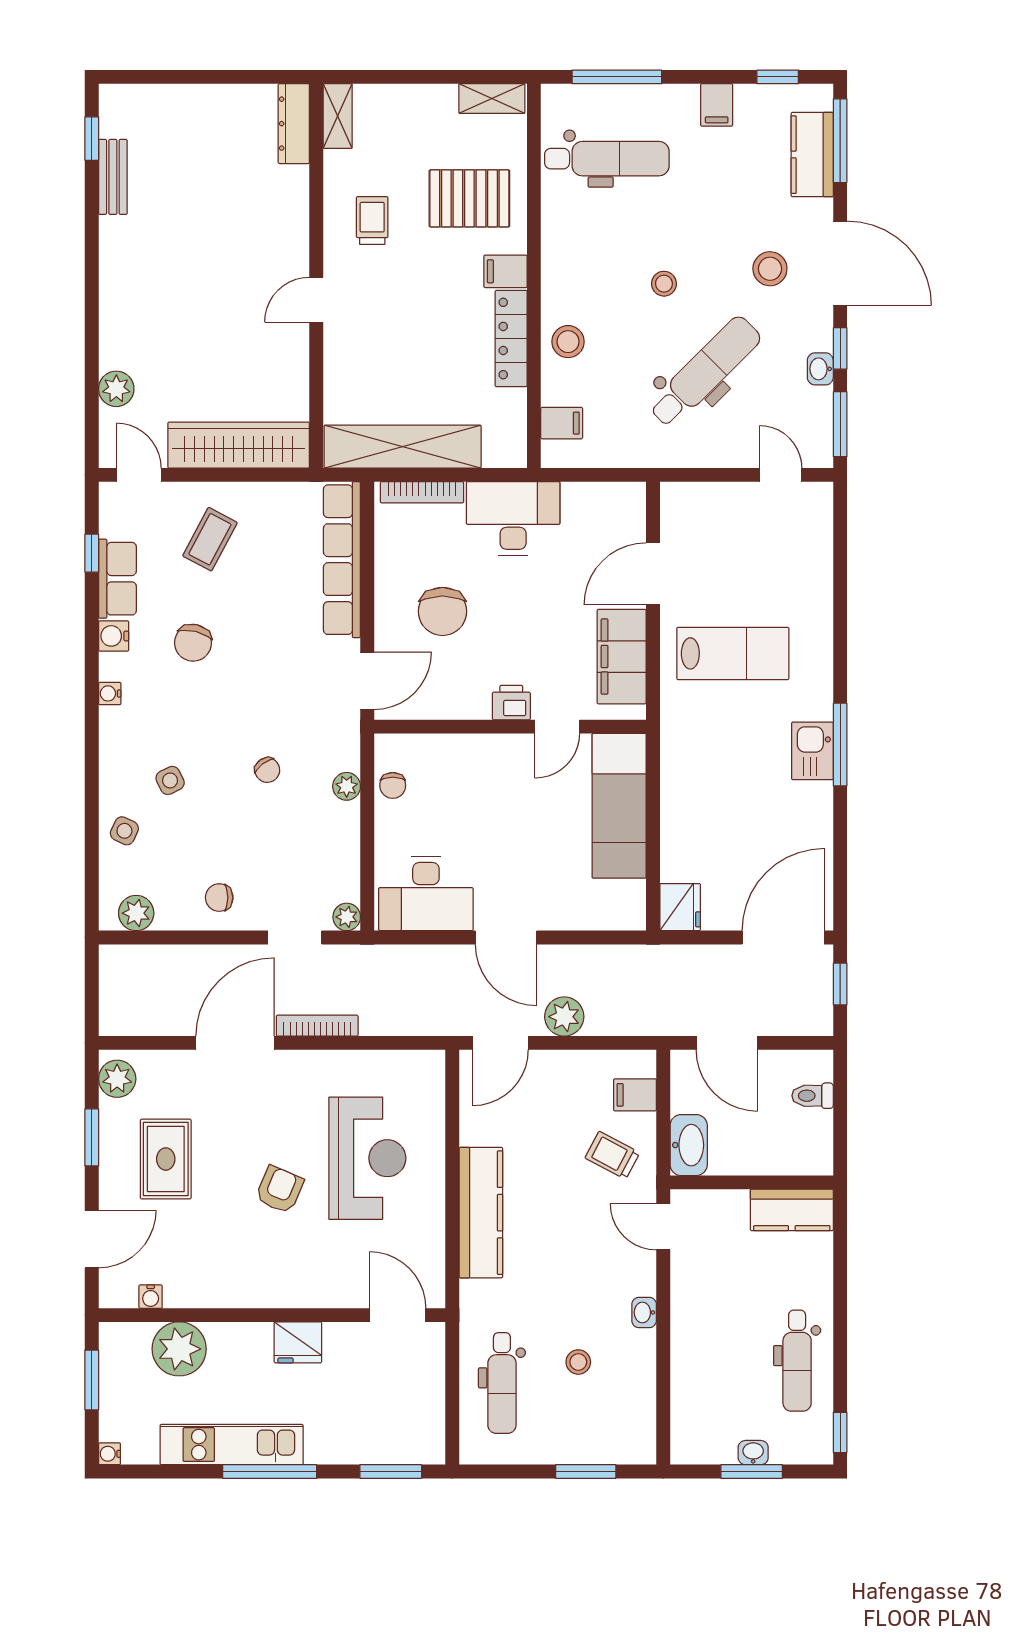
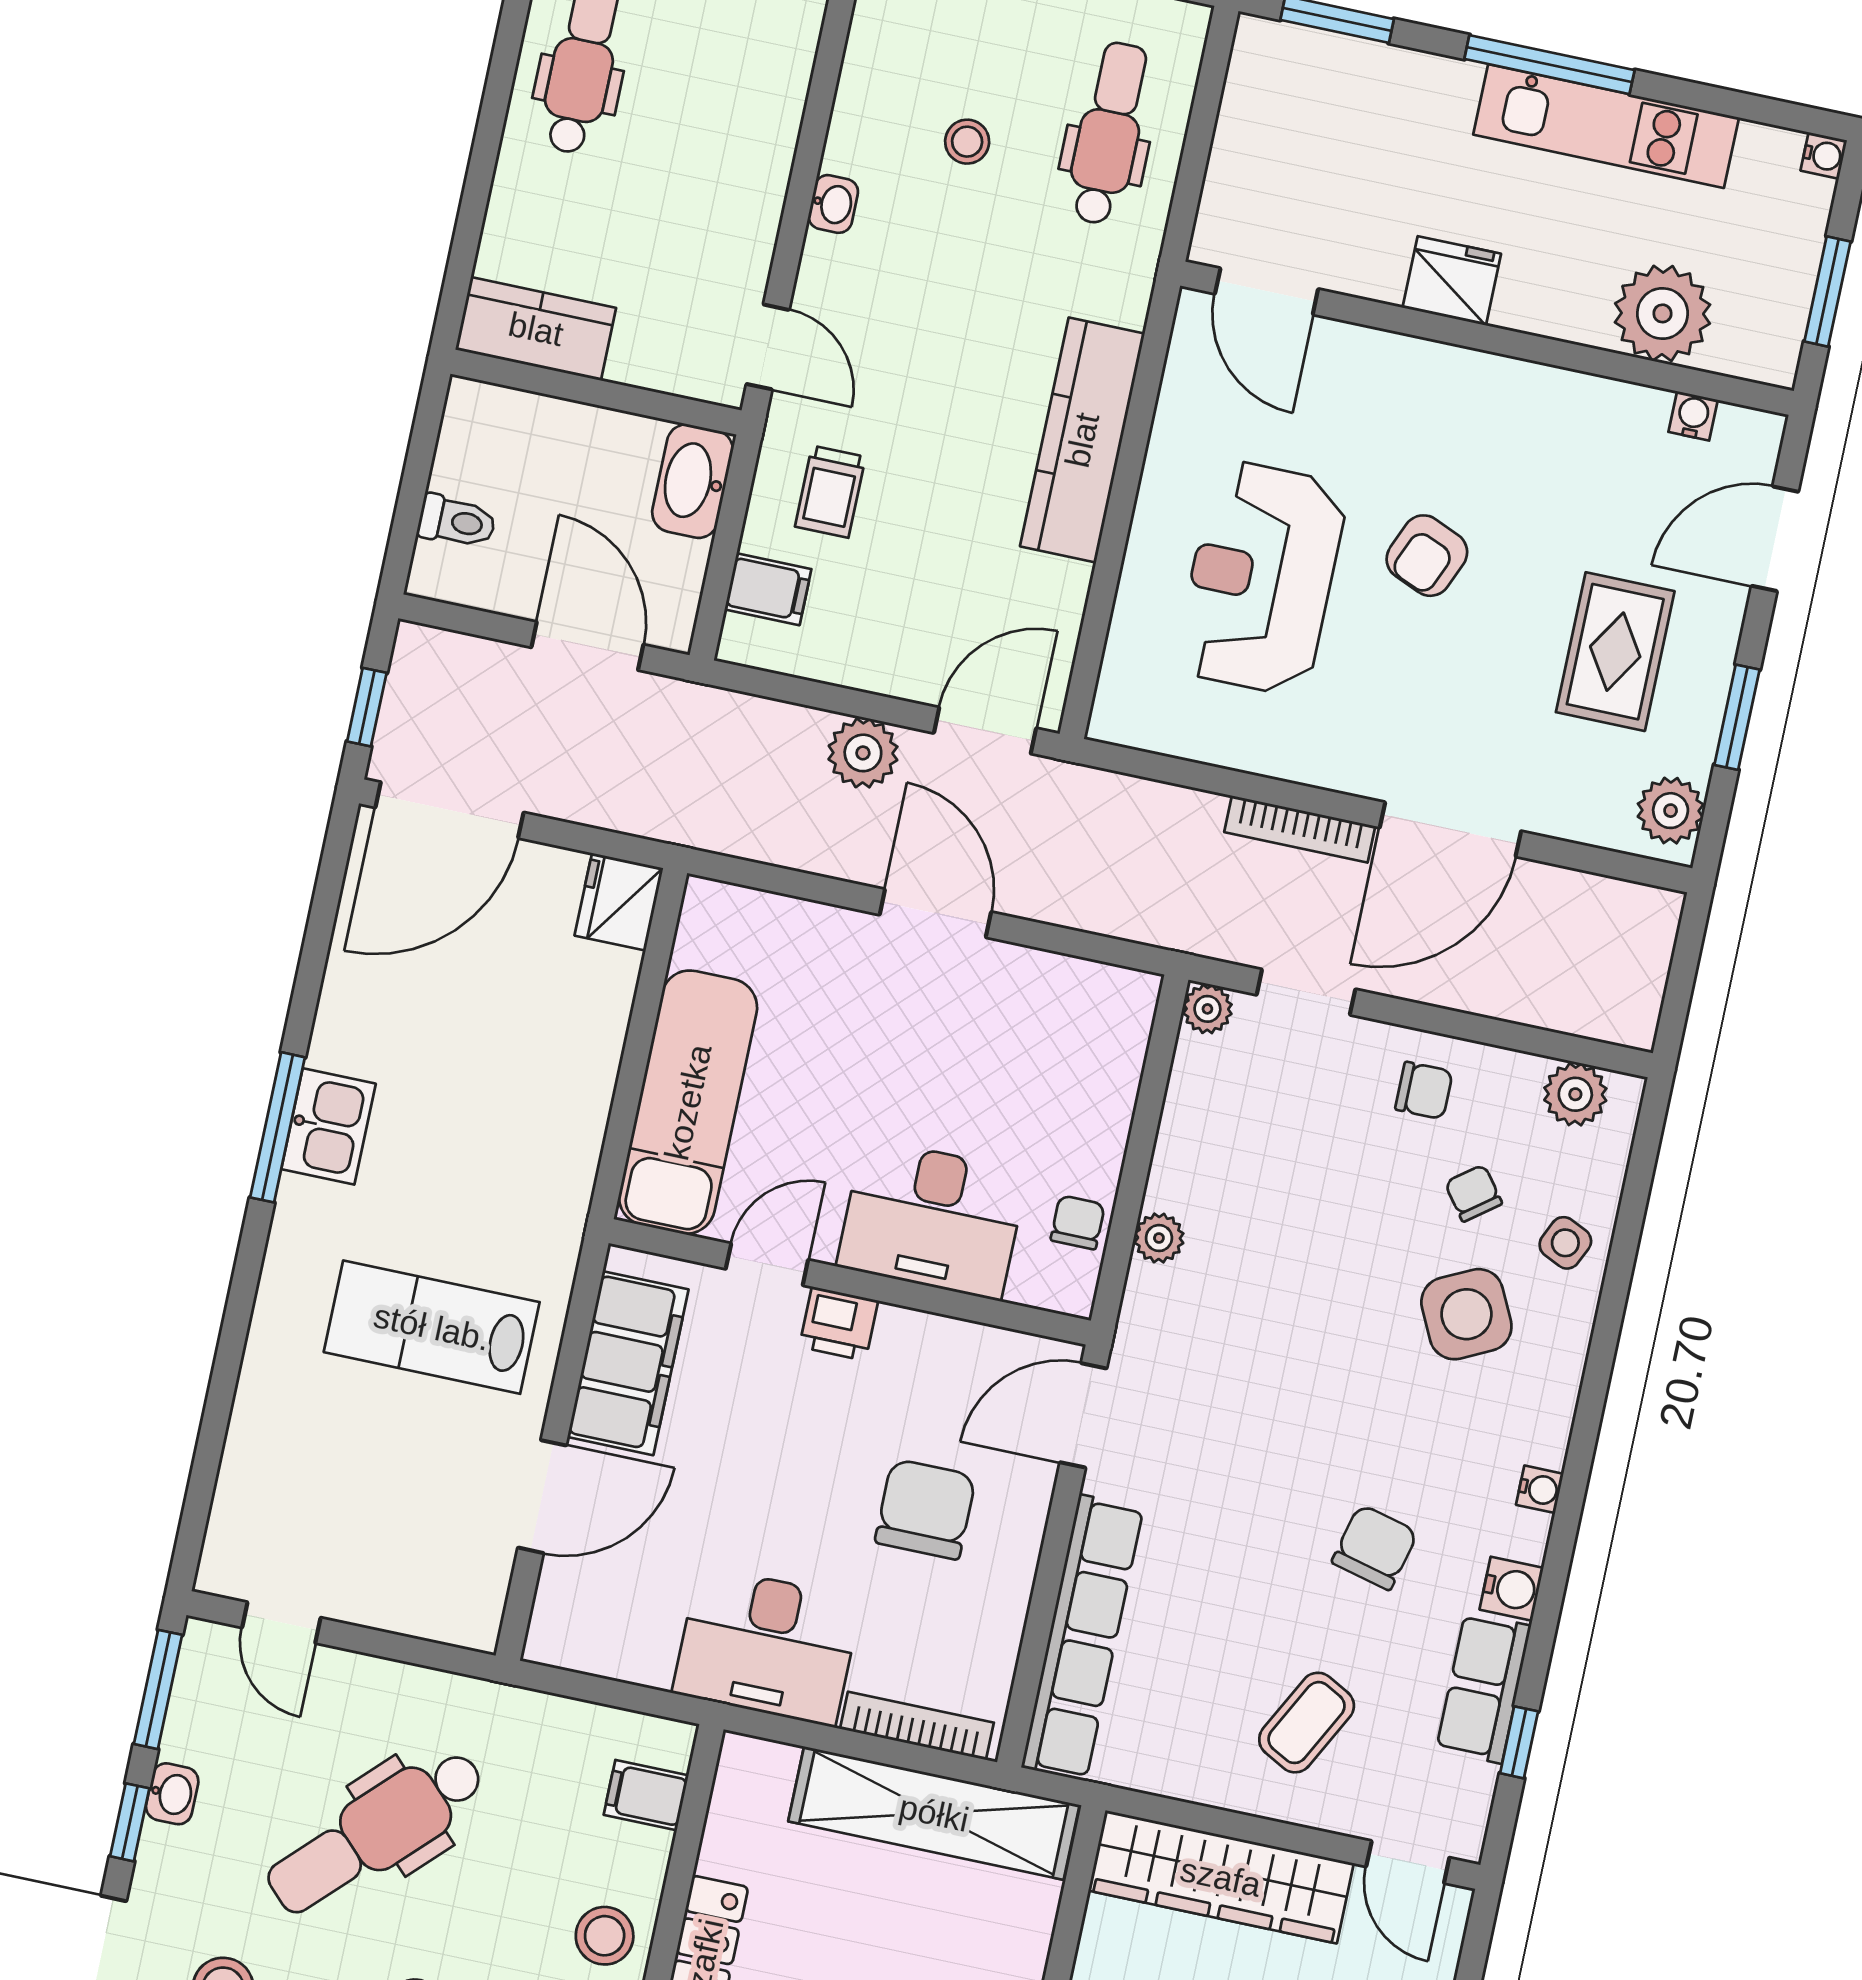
chair: (267, 770) -> (1473, 1193), moved
side table: (170, 780) -> (1466, 1314), width x1.87, depth x1.87
desk: (426, 894) -> (932, 1219), moved, turned 180
trolley: (612, 1155) -> (830, 492), turned 62

